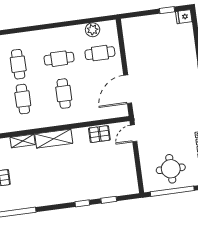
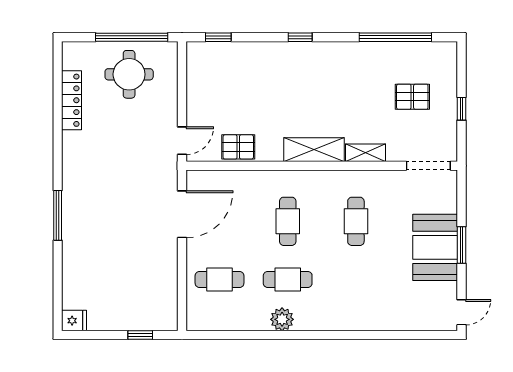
window: (167, 10) -> (140, 335), moved
plant: (93, 30) -> (282, 319), moved
cafe table: (18, 64) -> (356, 279), removed
window: (109, 200) -> (218, 37), moved
window: (82, 203) -> (300, 37), moved

